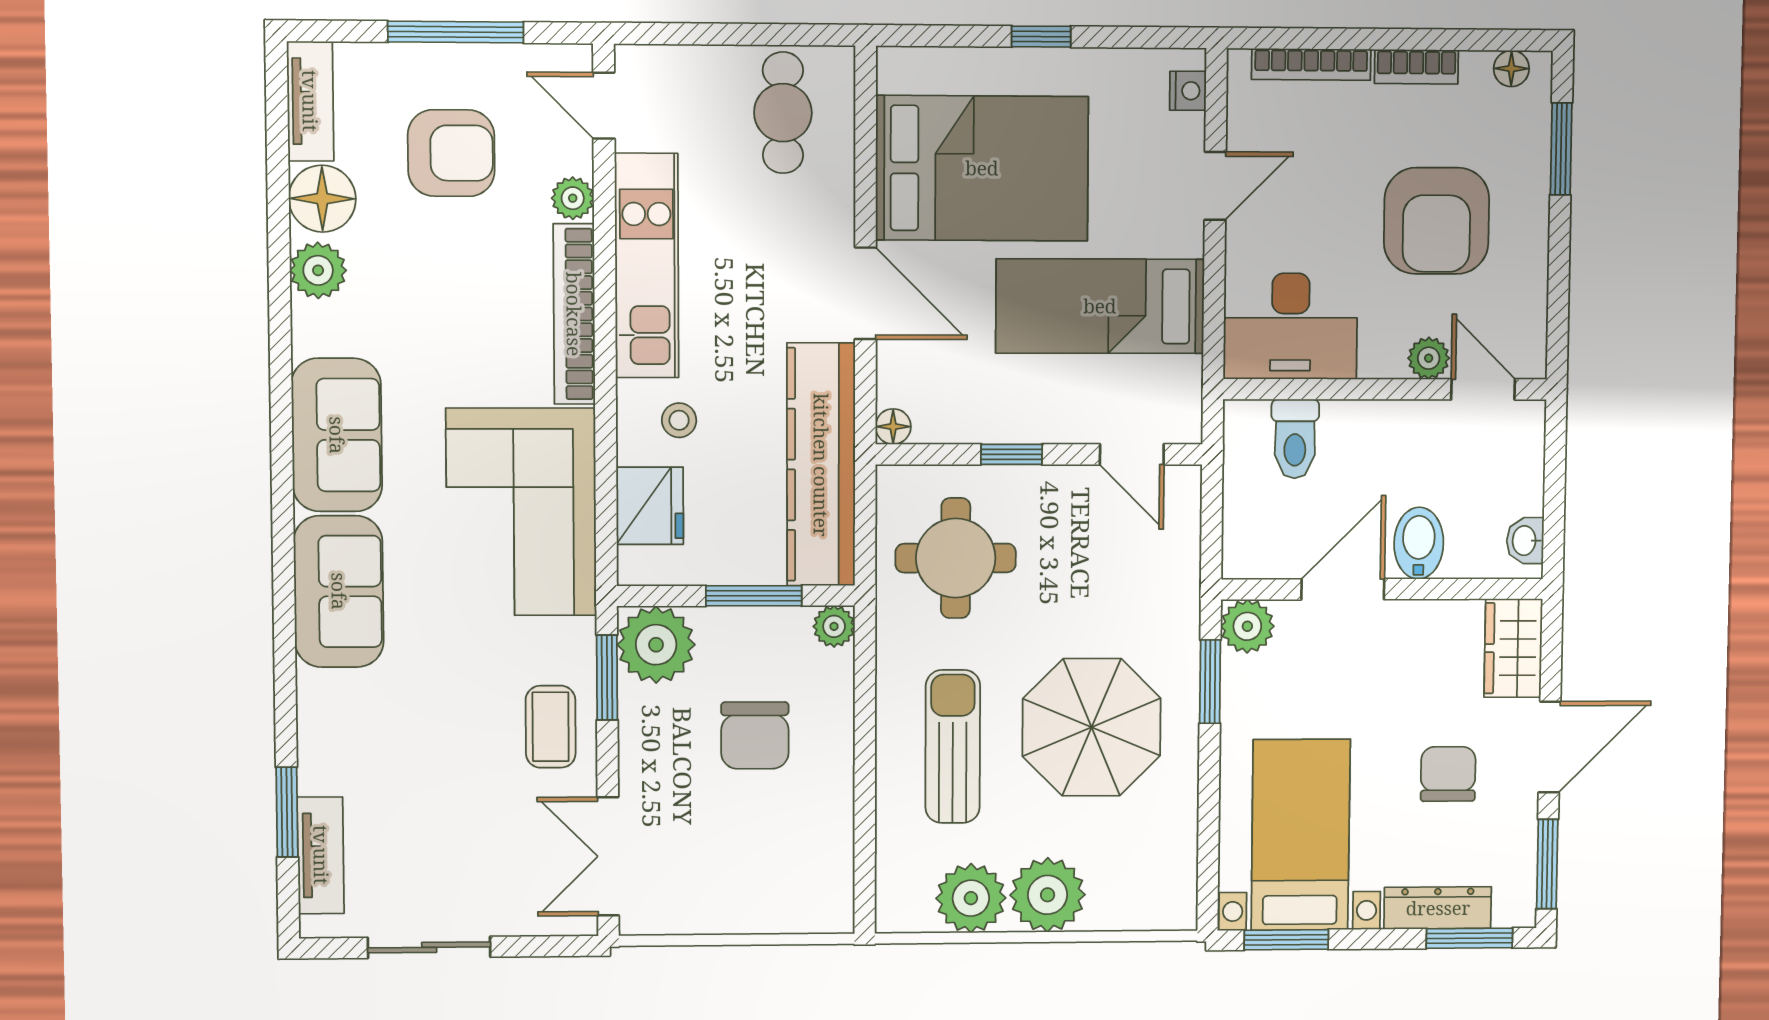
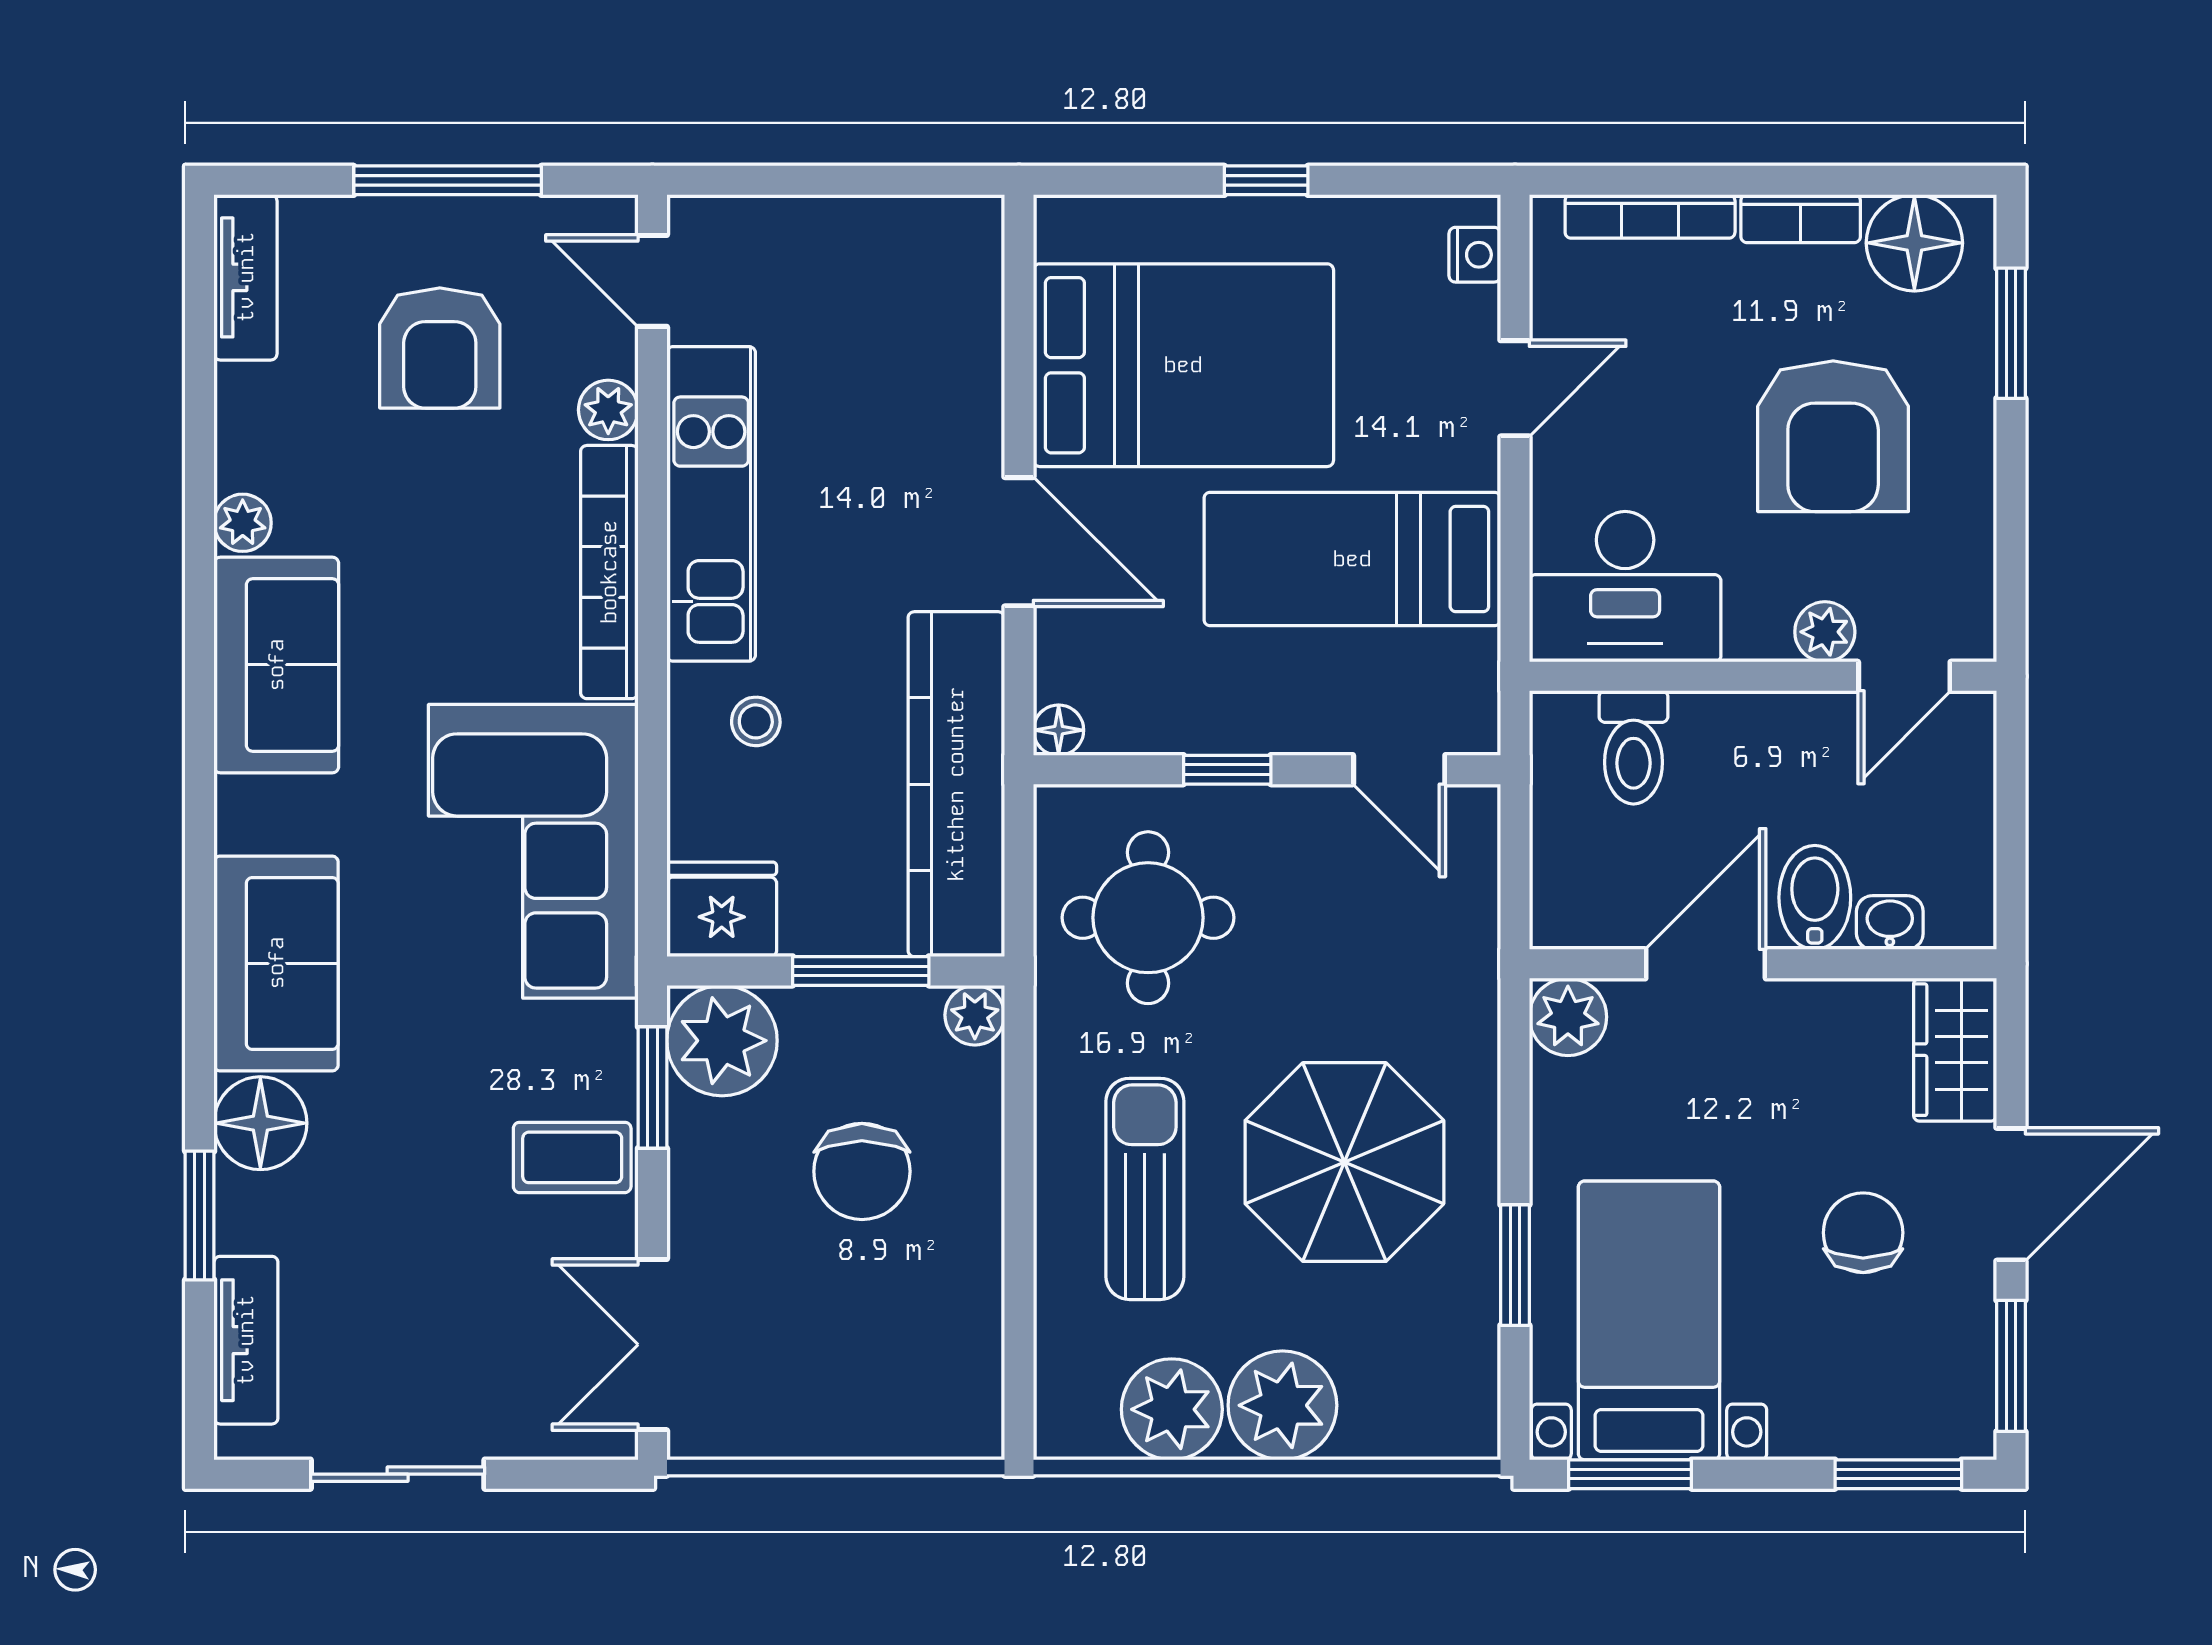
floor lamp: (1511, 69) -> (1914, 243), width x1.89, depth x1.89
cafe table: (783, 113) -> (903, 289), removed
armchair: (451, 153) -> (440, 348), turned 90
floor lamp: (322, 199) -> (260, 1123), moved
plant: (318, 270) -> (243, 523), width x0.73, depth x0.73
door: (1483, 389) -> (1904, 676), swing flipped
sofa: (337, 435) -> (276, 665), moved
fridge: (650, 506) -> (722, 909), moved, turned -90
washbasin: (1525, 541) -> (1890, 922), moved, turned 90
window: (1210, 682) -> (1515, 1265), moved
coffee table: (551, 727) -> (572, 1157), turned 90
window: (287, 812) -> (200, 1216), moved
dresser: (1438, 908) -> (1851, 1429), removed

